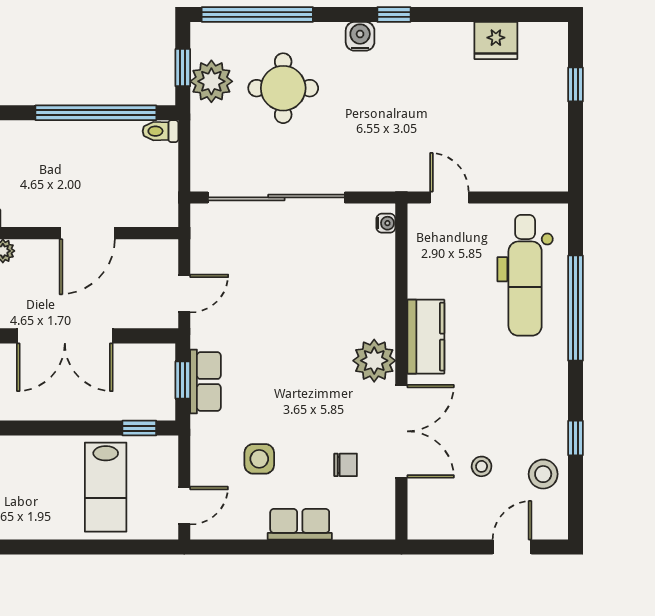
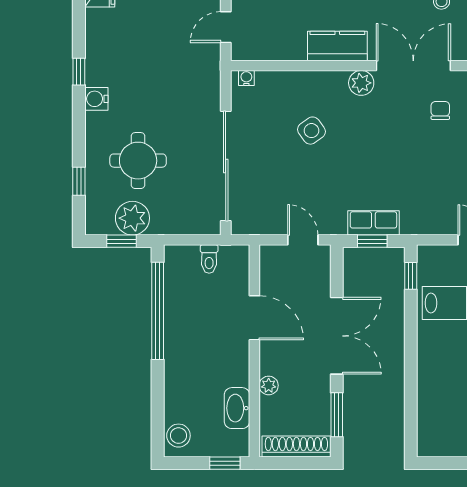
window: (257, 15) -> (79, 181), width x0.32
toilet: (160, 131) -> (209, 259), moved
plant: (374, 361) -> (361, 83), width x0.73, depth x0.73
side table: (259, 459) -> (311, 131), moved, turned -36

